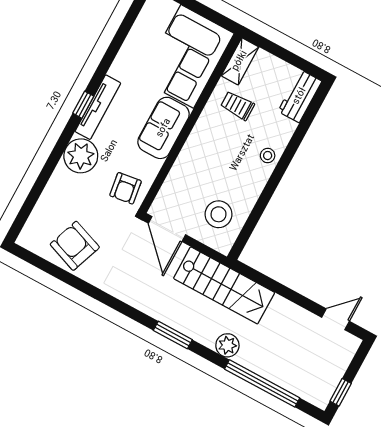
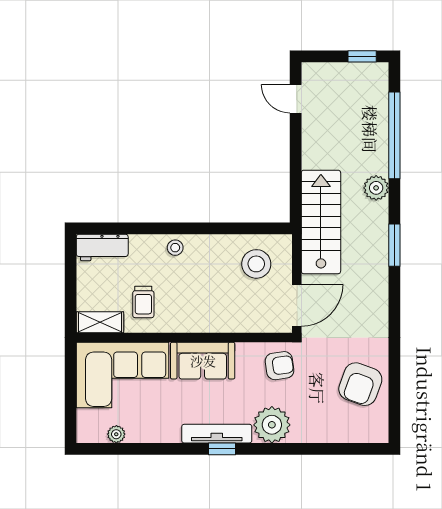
plant: (142, 25) -> (116, 434), added

